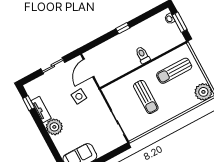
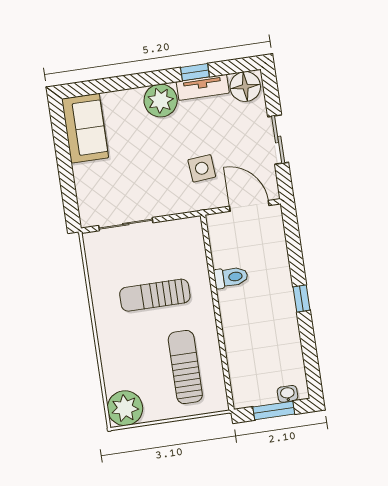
toilet: (143, 55) -> (231, 277), moved
floor lamp: (34, 90) -> (245, 87), added
window: (29, 103) -> (195, 72), moved

